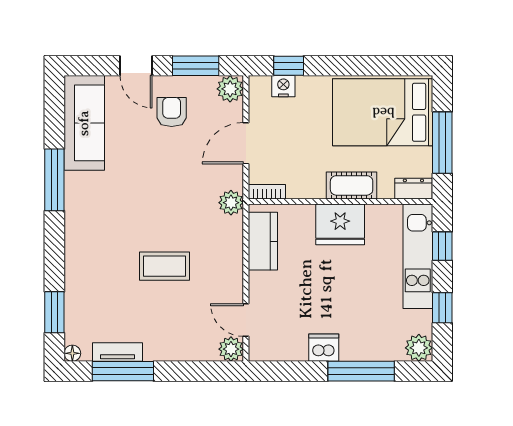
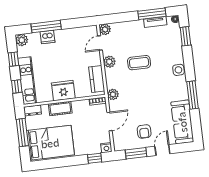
door: (136, 66) -> (162, 150), hinge flipped
nightstand: (283, 86) -> (106, 148), moved
plant: (230, 89) -> (109, 62), moved
side table: (79, 239) -> (178, 70), added
door: (246, 320) -> (100, 43), swing flipped
dishwasher: (324, 348) -> (47, 37), moved

